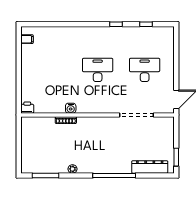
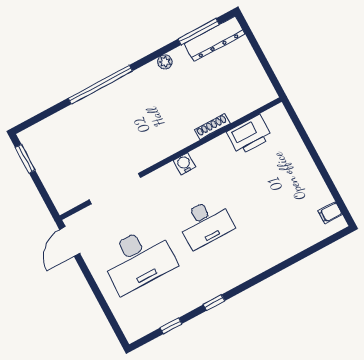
desk: (145, 70) -> (138, 259), width x1.36, depth x1.30
printer: (27, 108) -> (249, 135), moved, width x1.87, depth x1.48
water cooler: (71, 108) -> (184, 164), moved
dresser: (150, 167) -> (215, 39), moved

